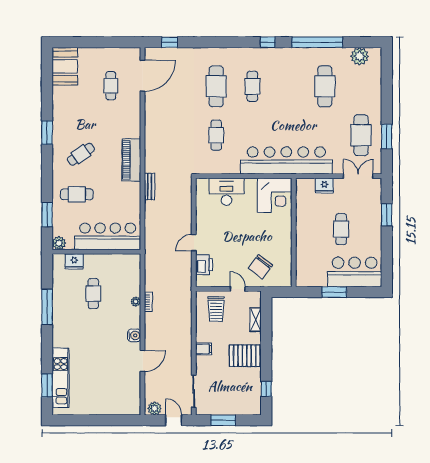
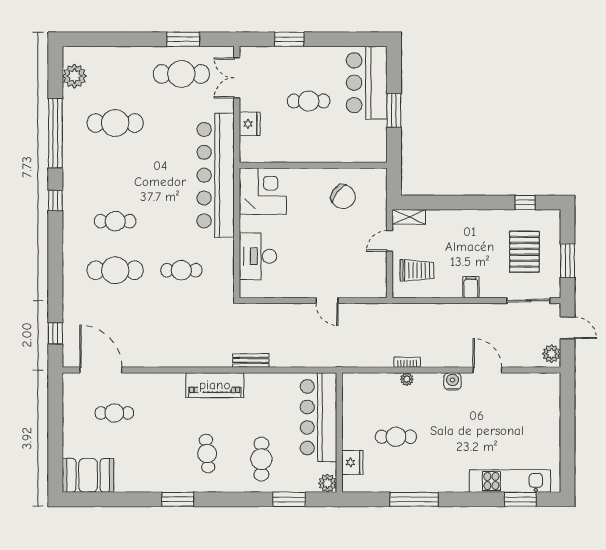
cafe table: (81, 154) -> (207, 453), turned 30
printer: (204, 265) -> (357, 287), removed
chair: (260, 267) -> (343, 197), moved
shelving: (256, 320) -> (409, 217), moved
pallet: (245, 356) -> (524, 252), moved
door: (174, 420) -> (568, 328), swing flipped

